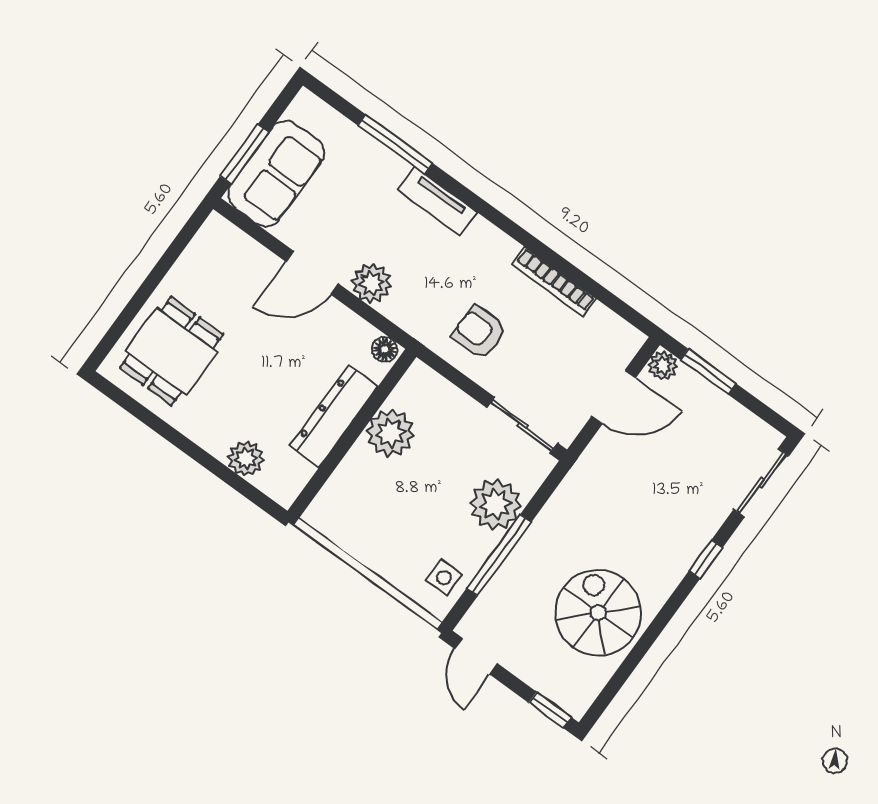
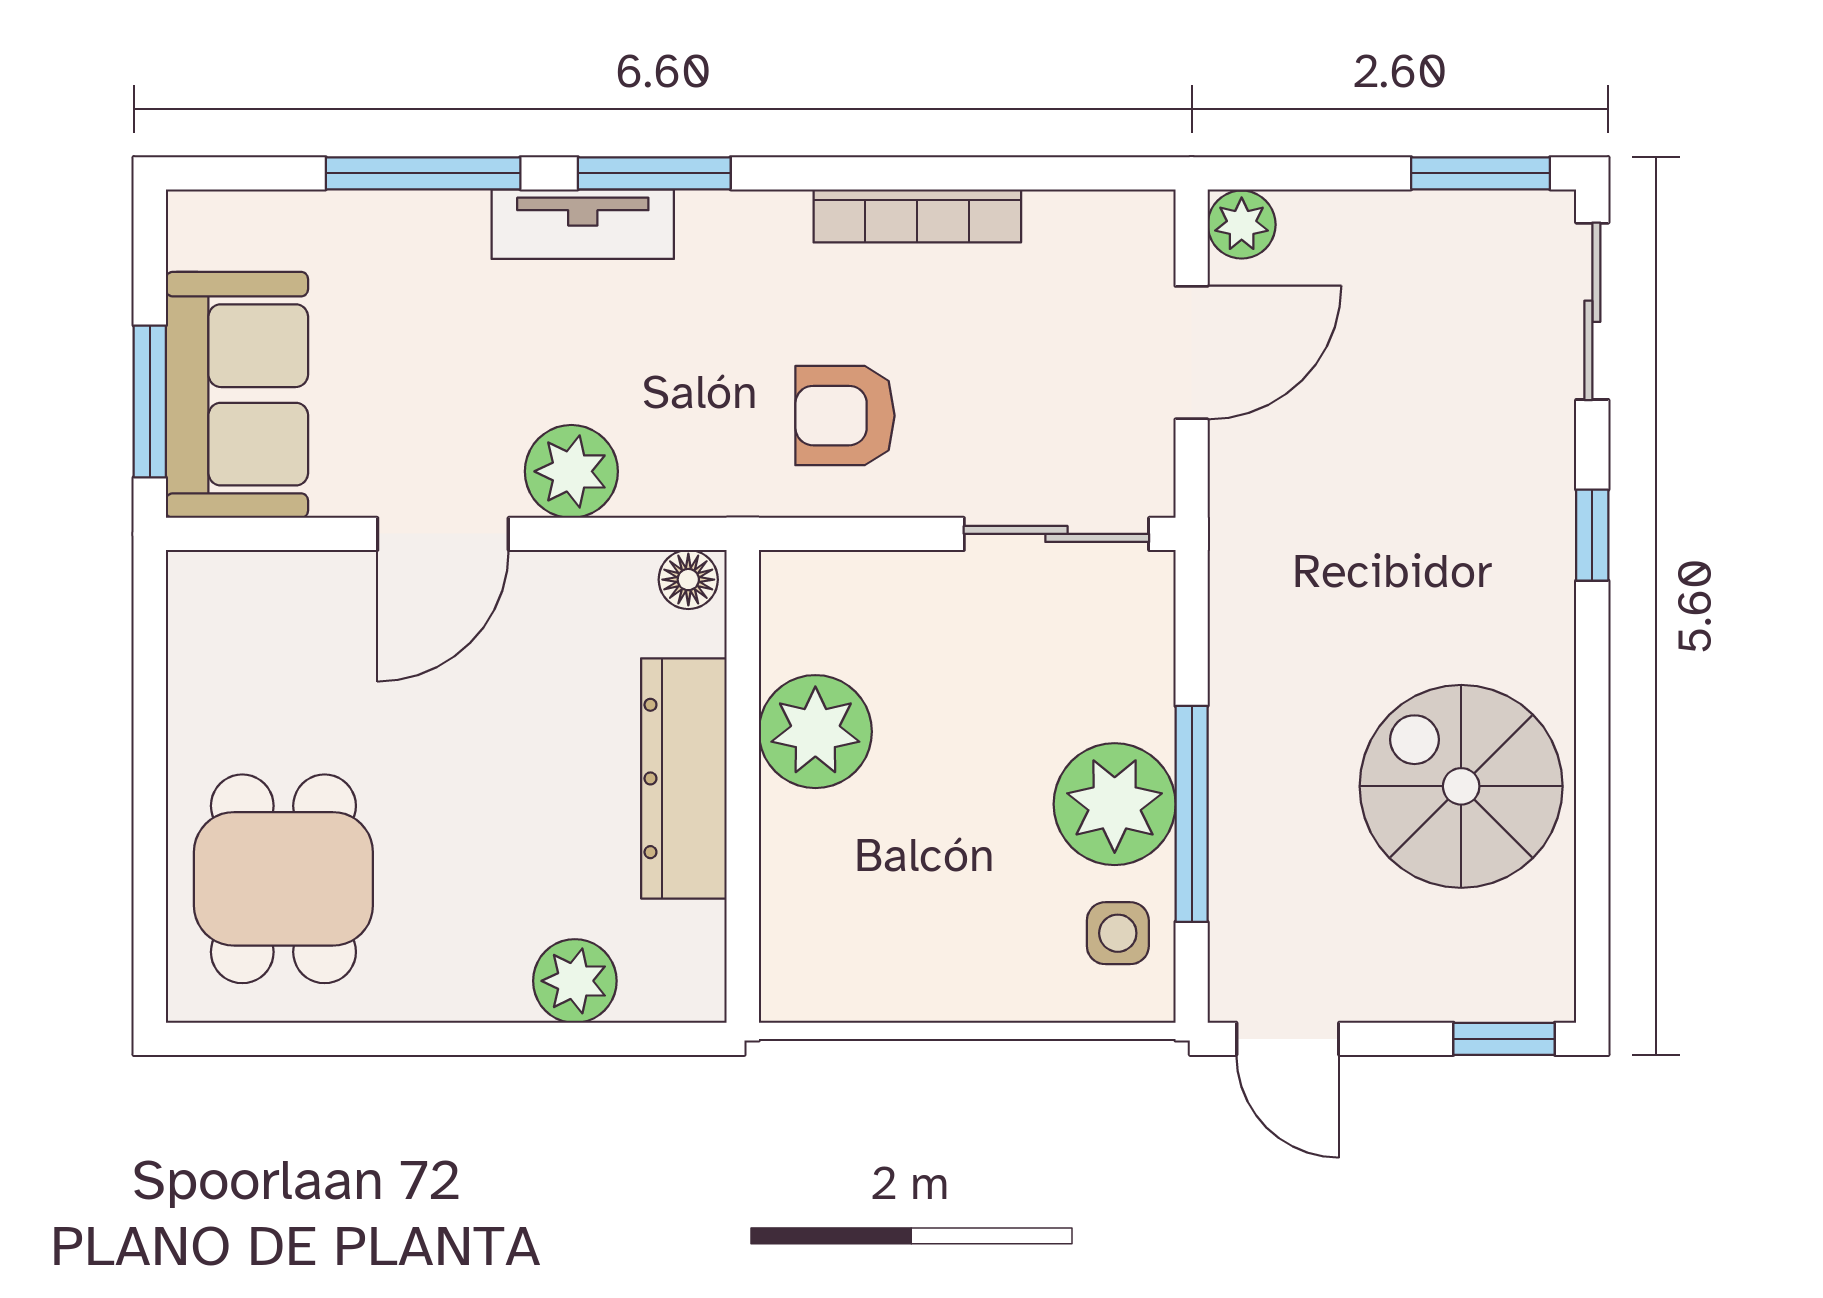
window: (474, 202) -> (654, 173), added
window: (708, 372) -> (1481, 173), moved
plant: (495, 504) -> (1115, 804), moved

